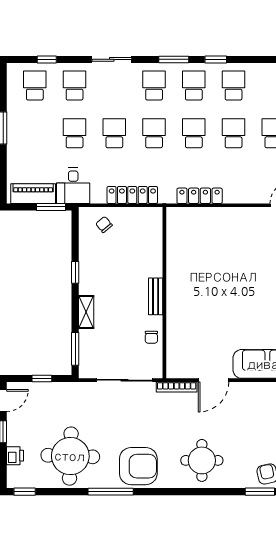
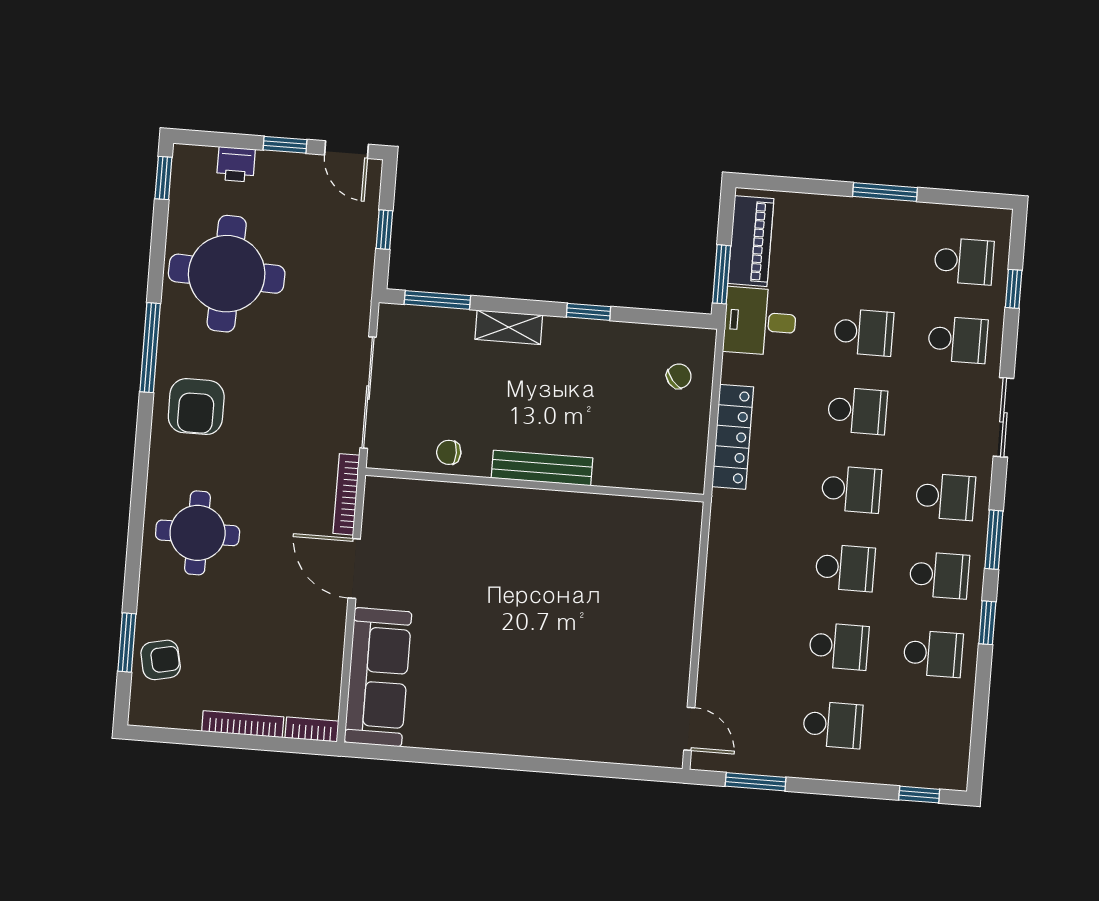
locker: (200, 196) -> (721, 569), removed
bench: (156, 296) -> (542, 468), width x1.36
armchair: (138, 466) -> (196, 407), width x0.73, depth x0.73

